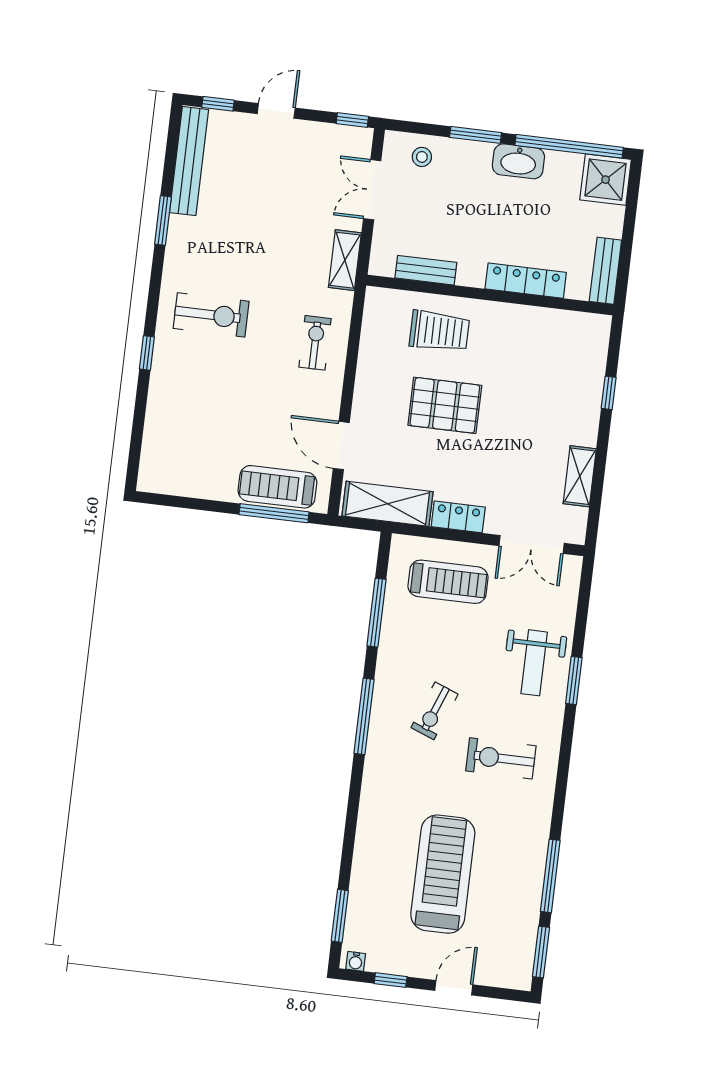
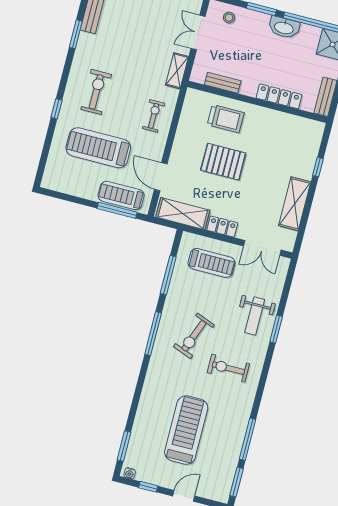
exercise bike: (211, 315) -> (96, 92), turned -90
treadmill: (228, 410) -> (98, 148), added
shelving: (580, 476) -> (295, 204), width x1.50, depth x1.33
exercise bike: (434, 711) -> (194, 336), width x1.38, depth x1.39

